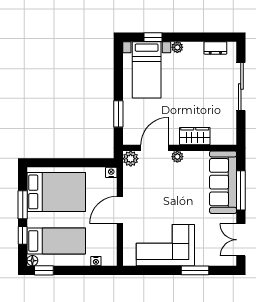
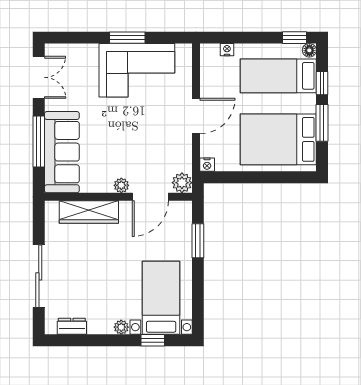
wardrobe: (195, 136) -> (89, 212), width x1.50
window: (195, 270) -> (127, 38), moved

